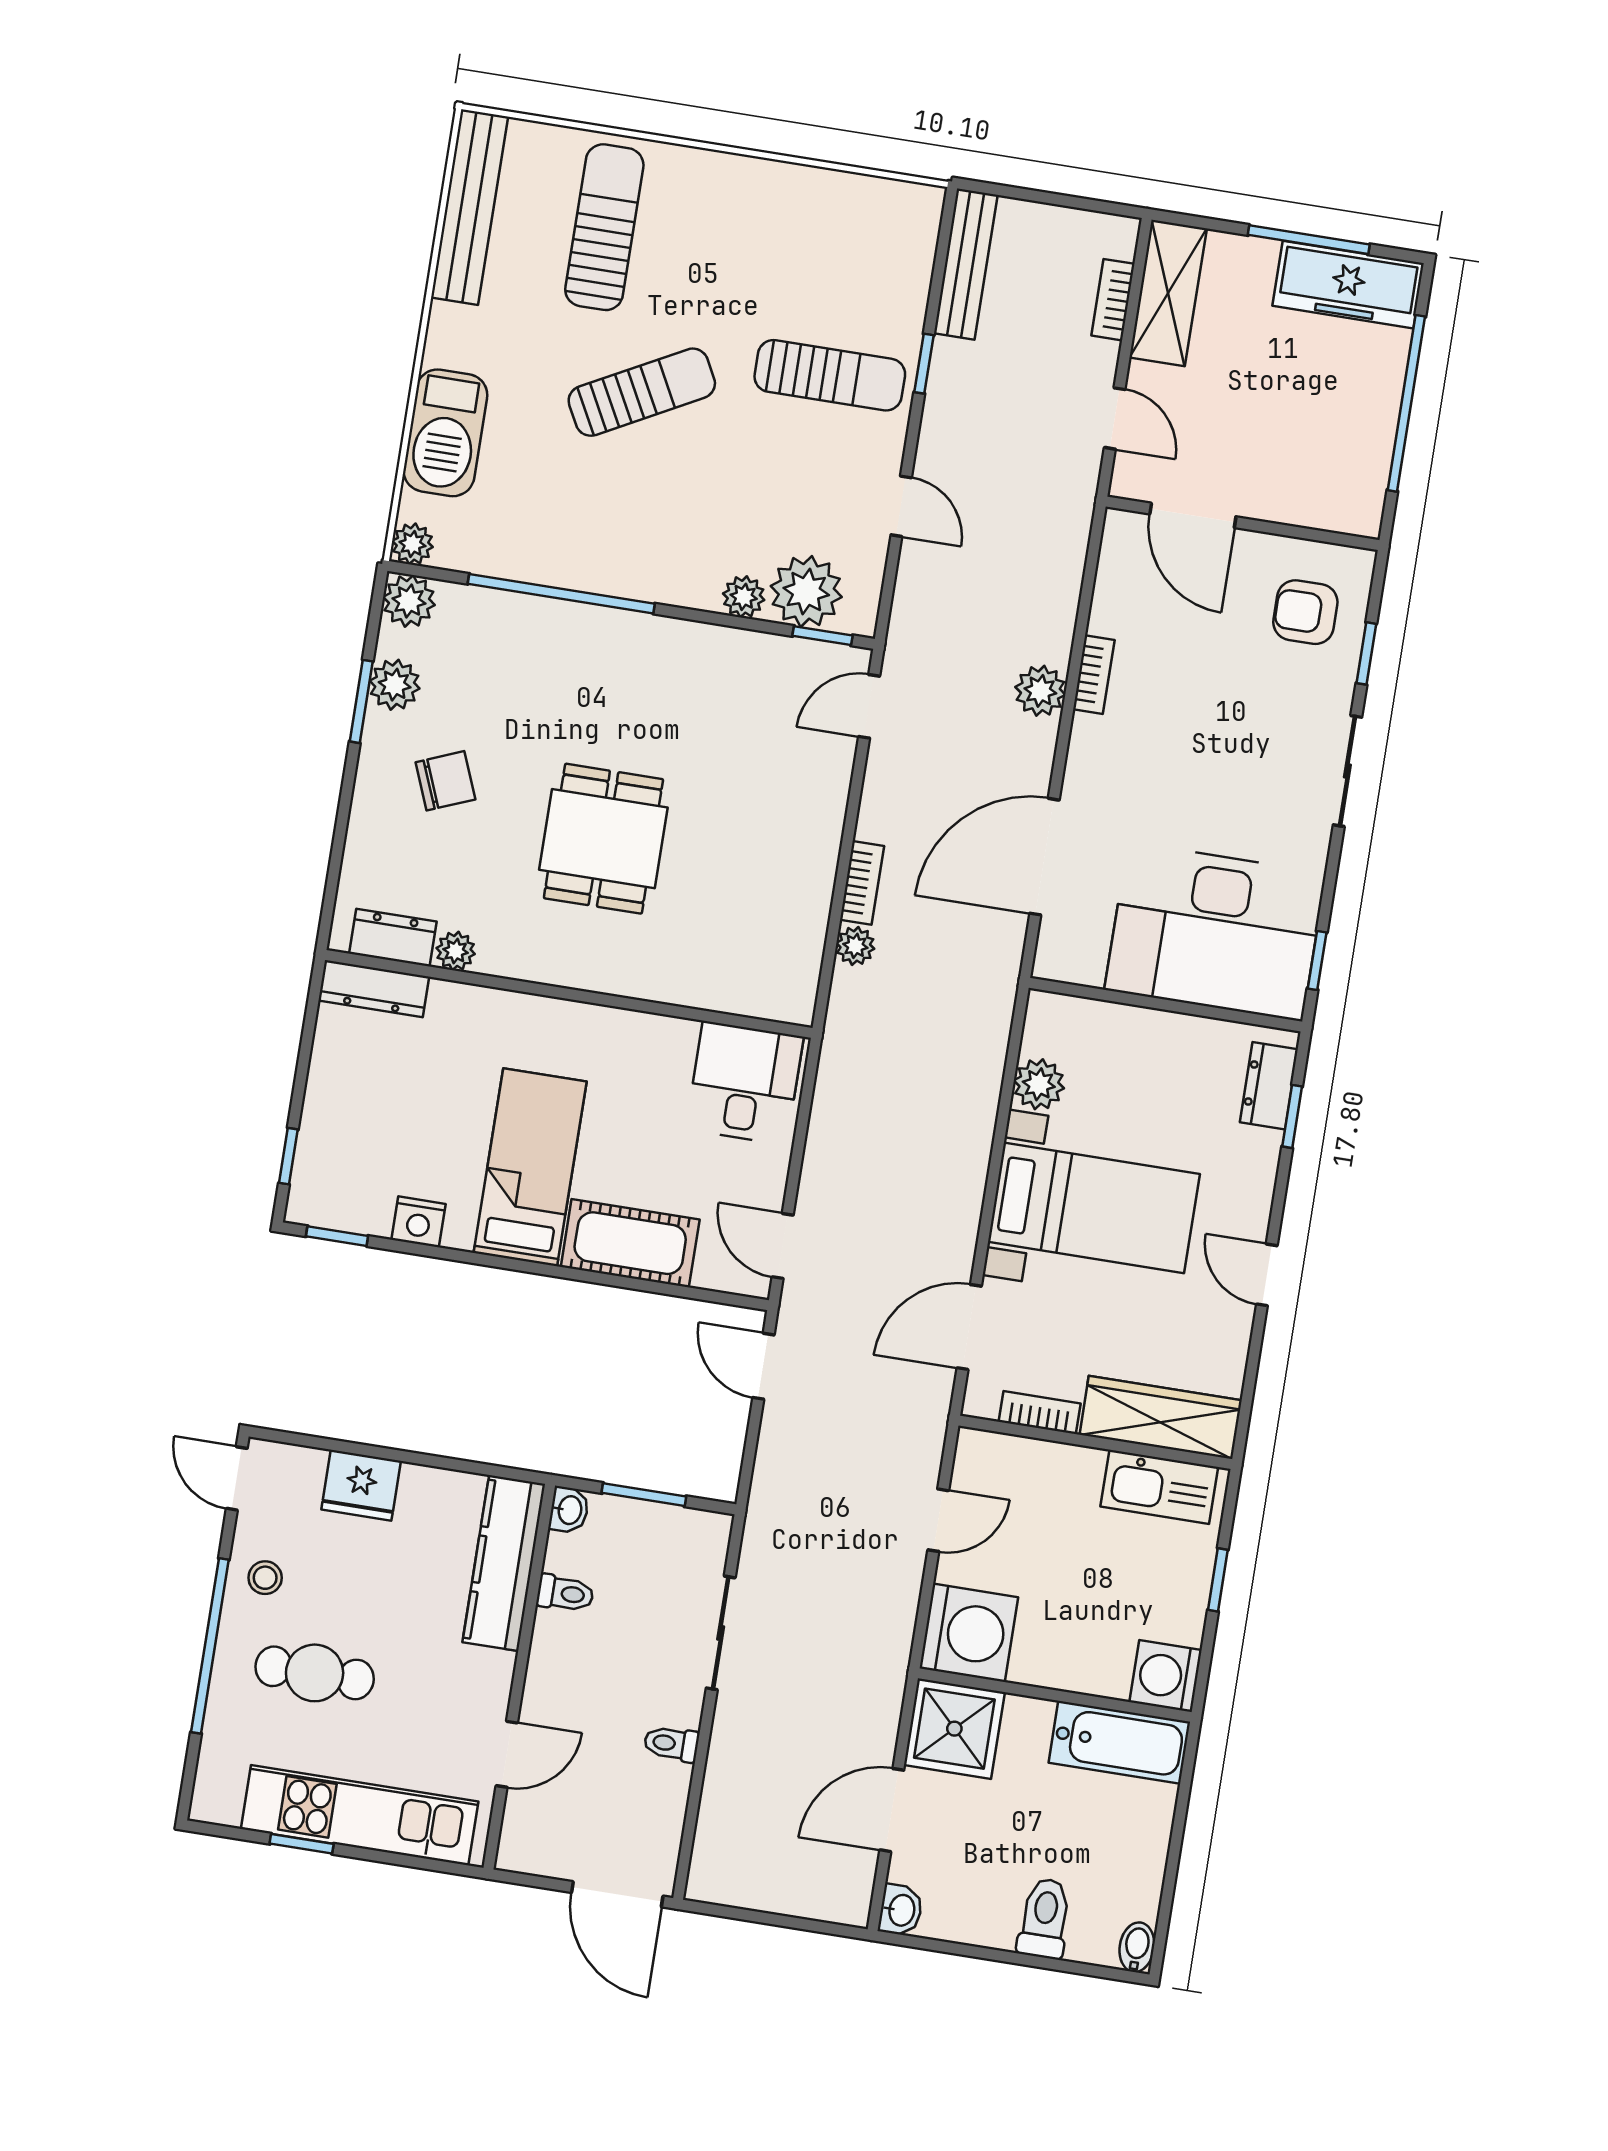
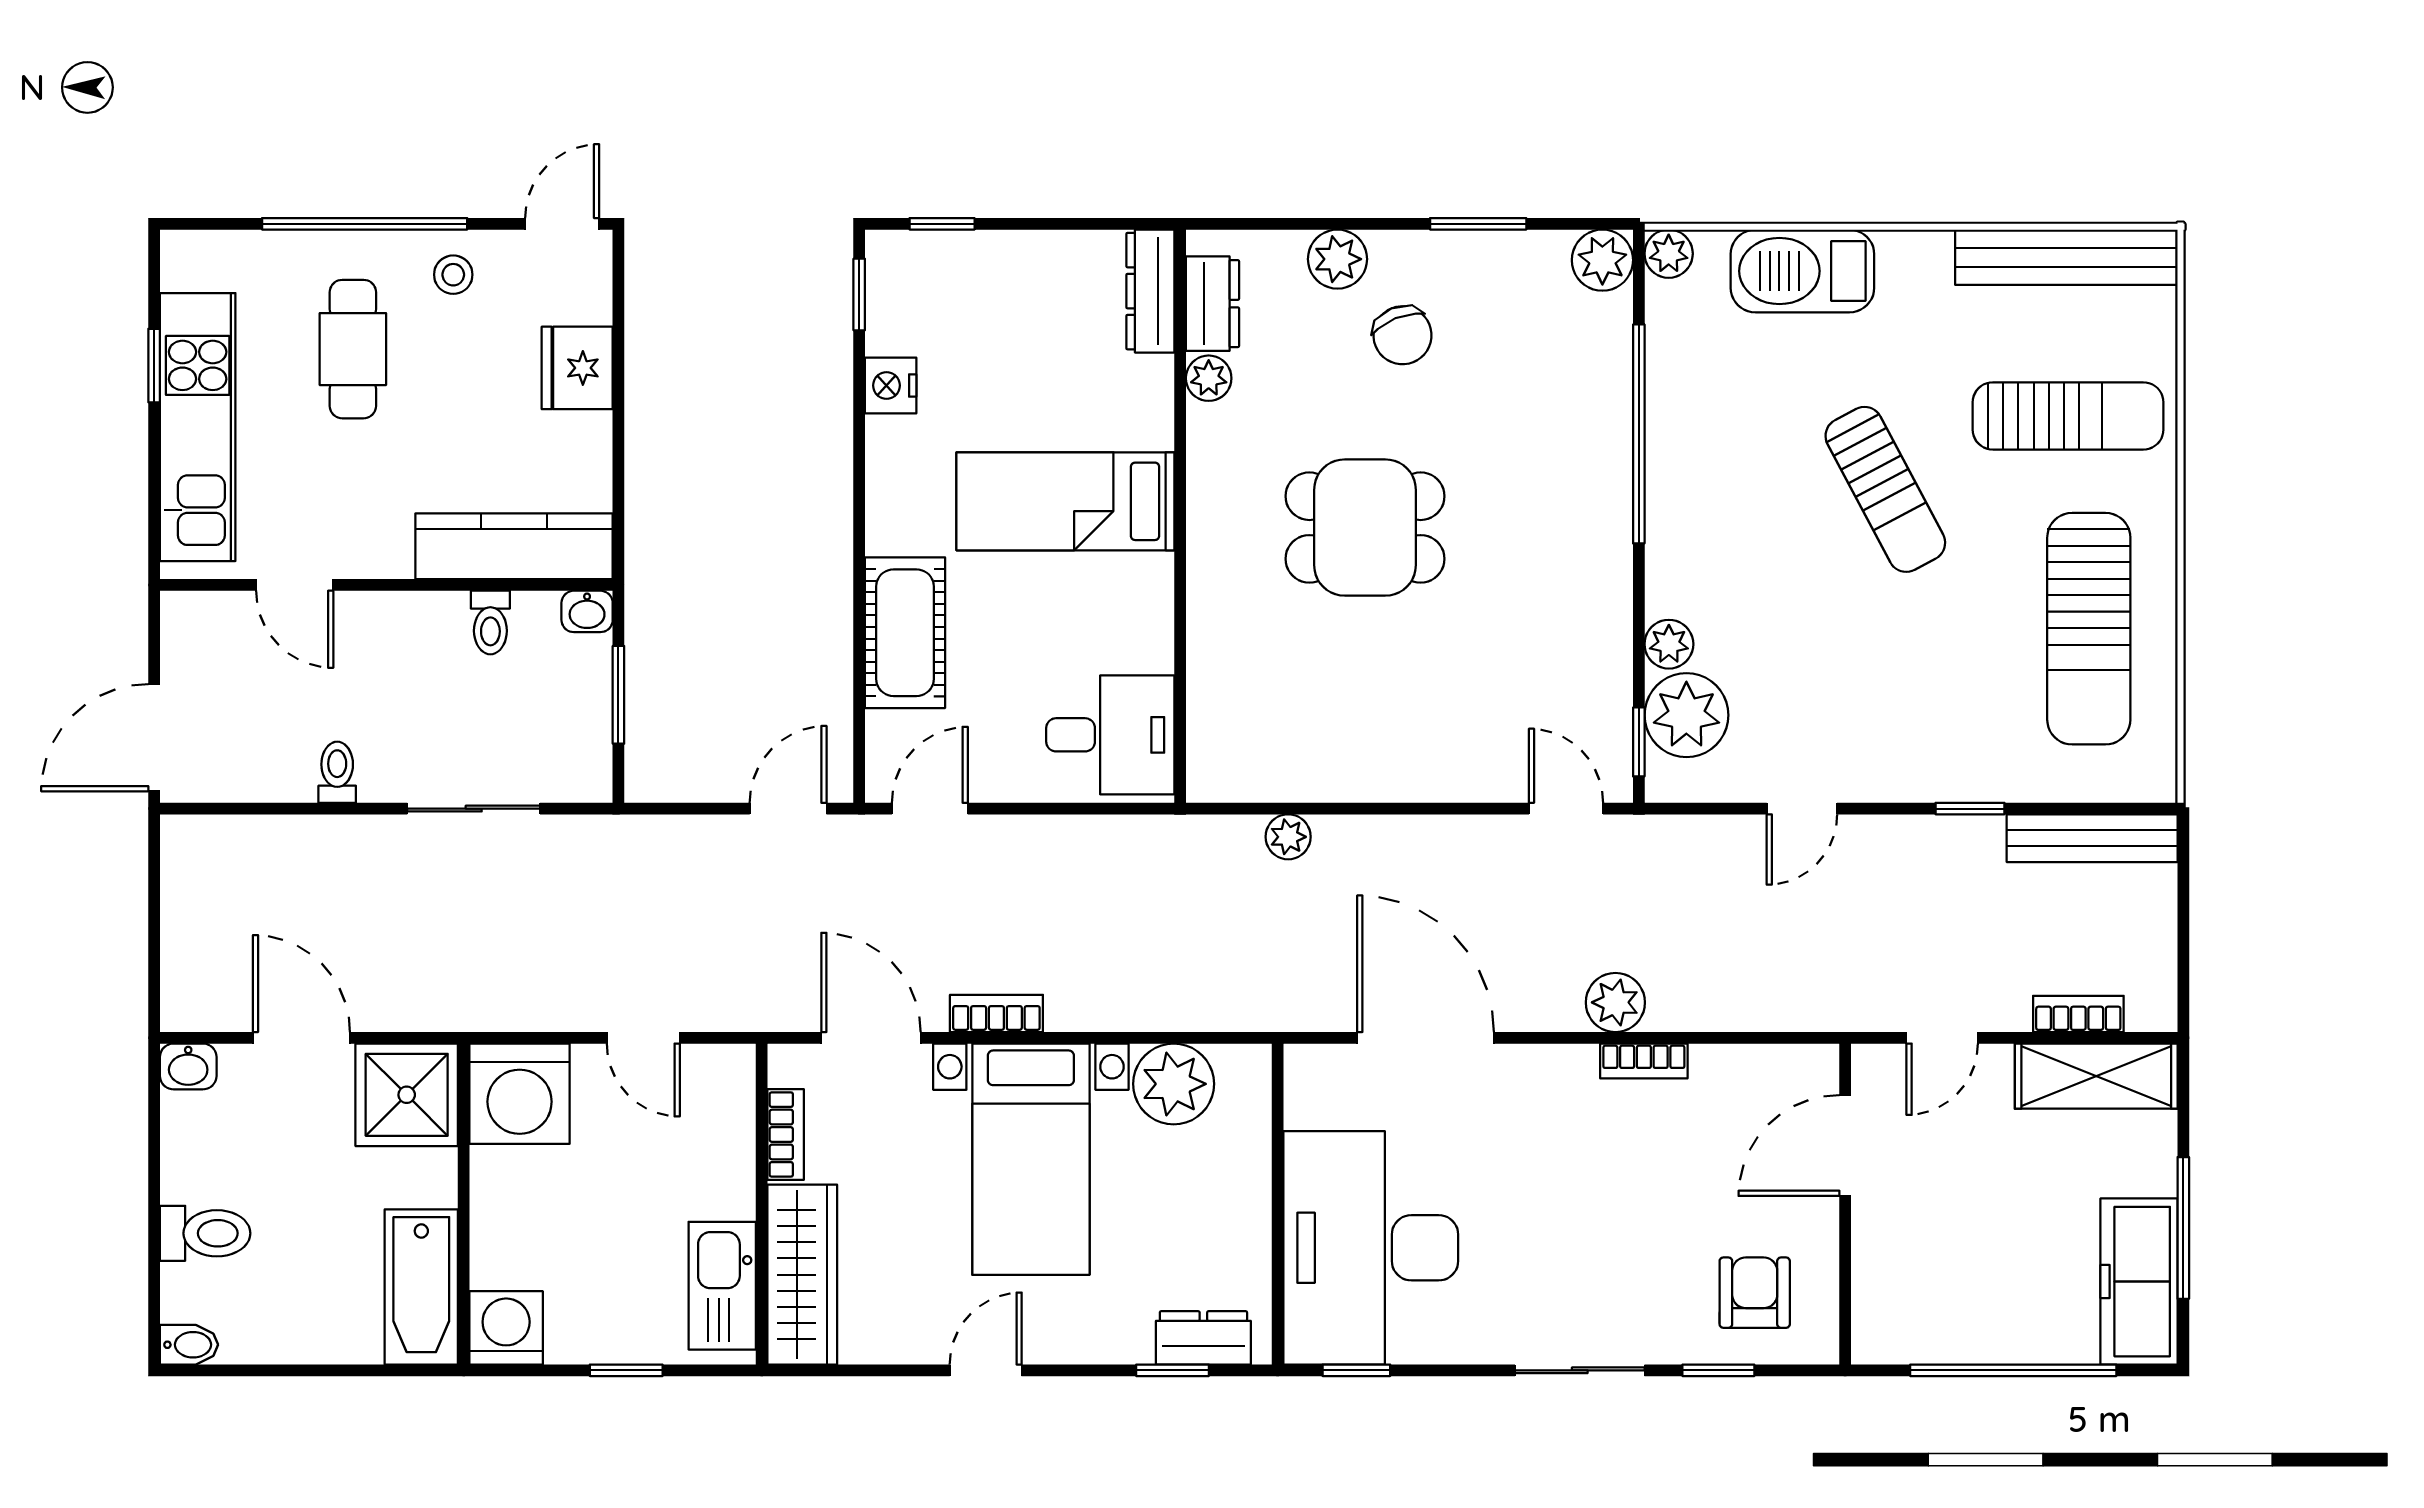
sun lounger: (830, 375) -> (2089, 629), moved, width x1.36, depth x1.34
plant: (395, 685) -> (1337, 259), moved
bookcase: (862, 883) -> (996, 1013), moved, turned 180
plant: (1039, 1084) -> (1174, 1084), width x1.36, depth x1.36
bed: (530, 1167) -> (1065, 501), moved, turned 180

